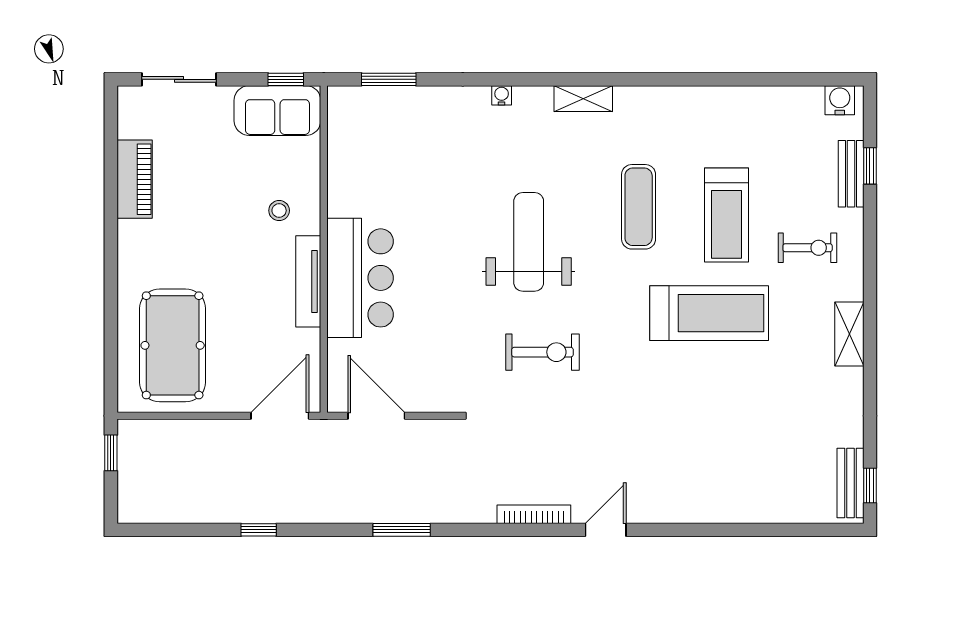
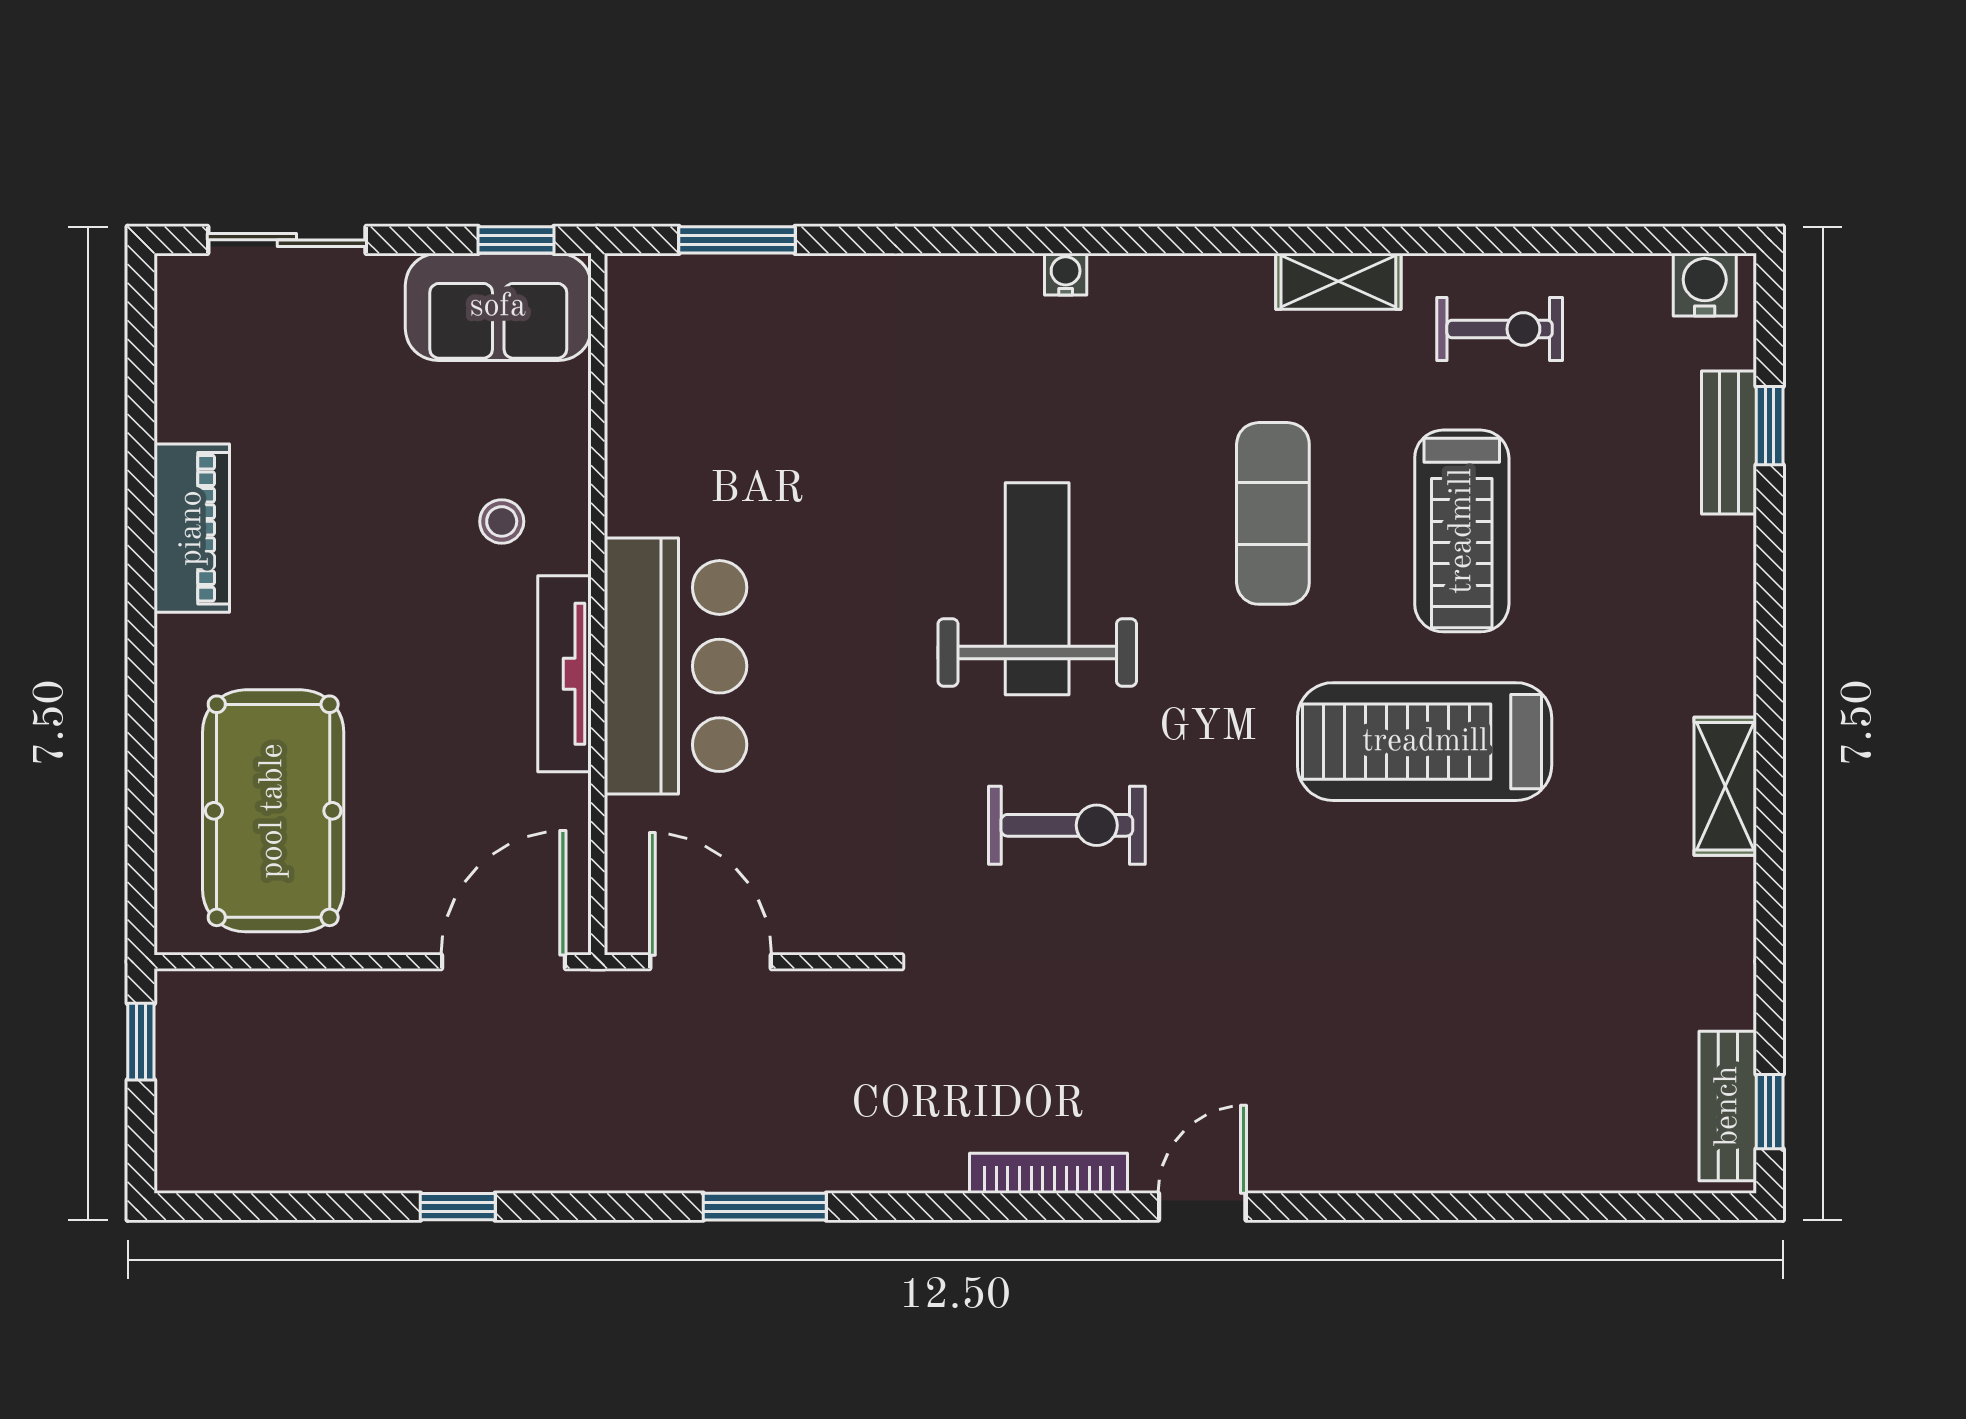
water cooler: (502, 95) -> (1066, 274), moved
shelving: (583, 99) -> (1338, 281), moved
piano: (135, 179) -> (192, 528), moved
exercise bike: (808, 248) -> (1500, 329), moved
treadmill: (709, 313) -> (1425, 742), turned 180

